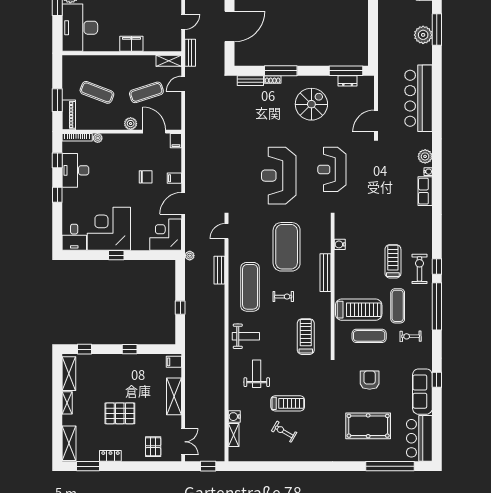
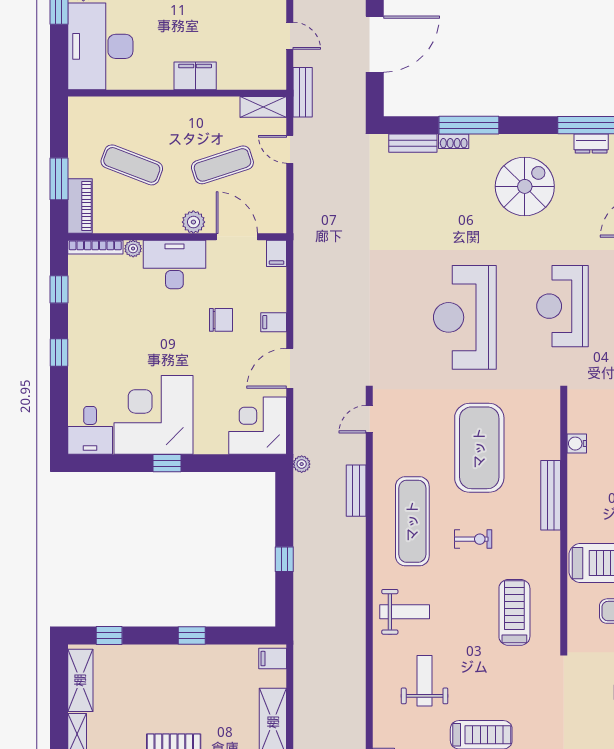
door: (183, 22) -> (290, 36), hinge flipped
door: (183, 84) -> (290, 149), hinge flipped
desk: (75, 170) -> (174, 264), moved, turned 90

